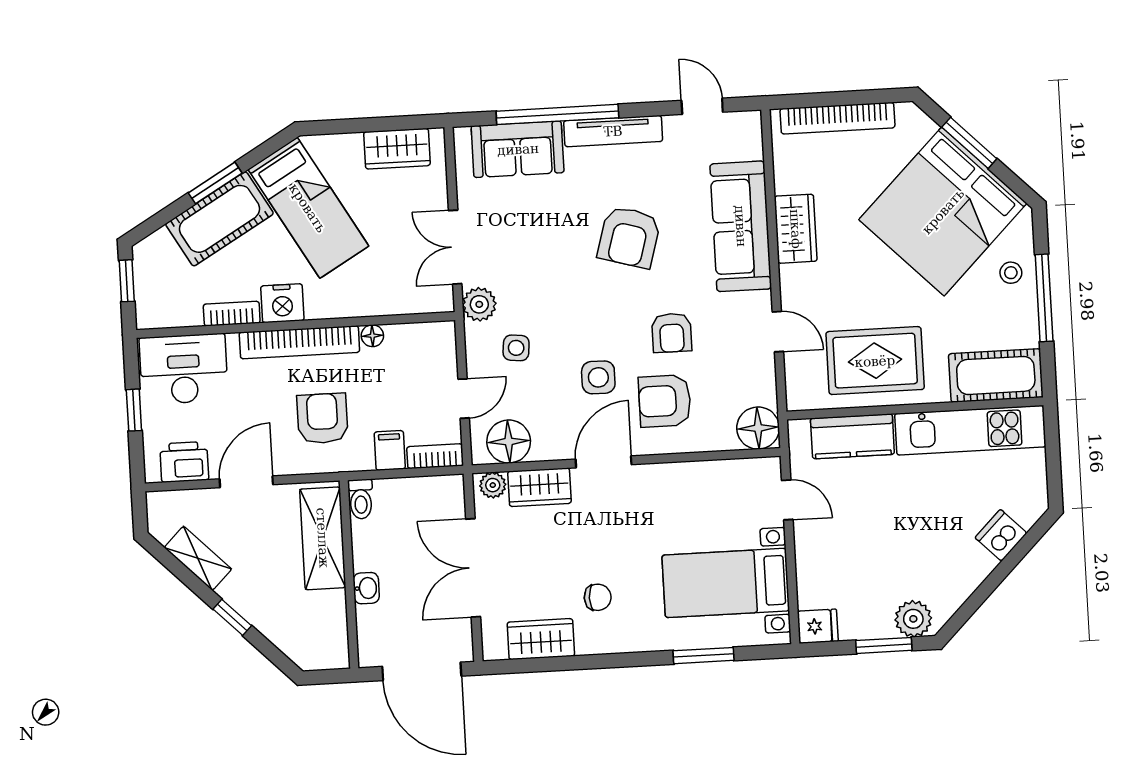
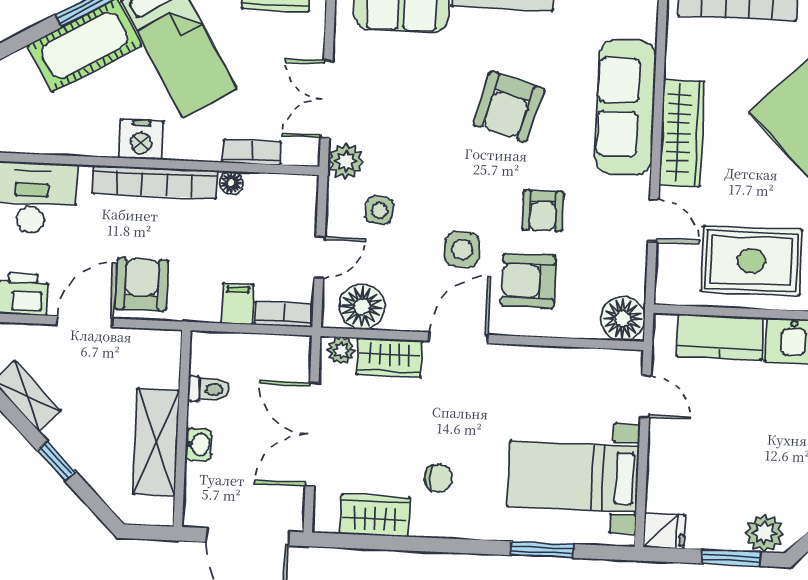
wardrobe: (796, 229) -> (682, 133), width x1.50
bookcase: (232, 314) -> (252, 152), moved
armchair: (322, 418) -> (142, 284), moved
toilet: (361, 499) -> (209, 389), moved, turned -90
shelving: (323, 538) -> (156, 442), moved

